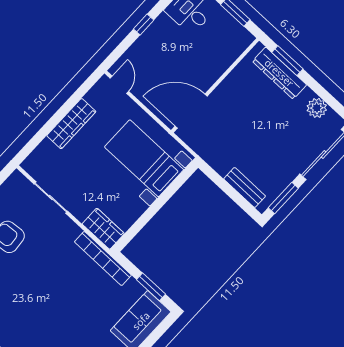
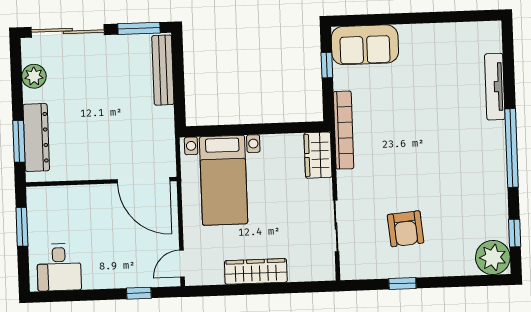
window: (144, 24) -> (139, 293), moved
bench: (245, 187) -> (163, 70), width x1.36
window: (151, 287) -> (327, 65), width x0.67

